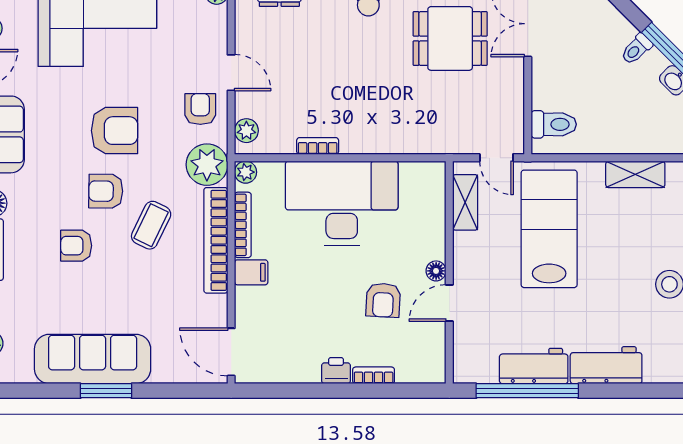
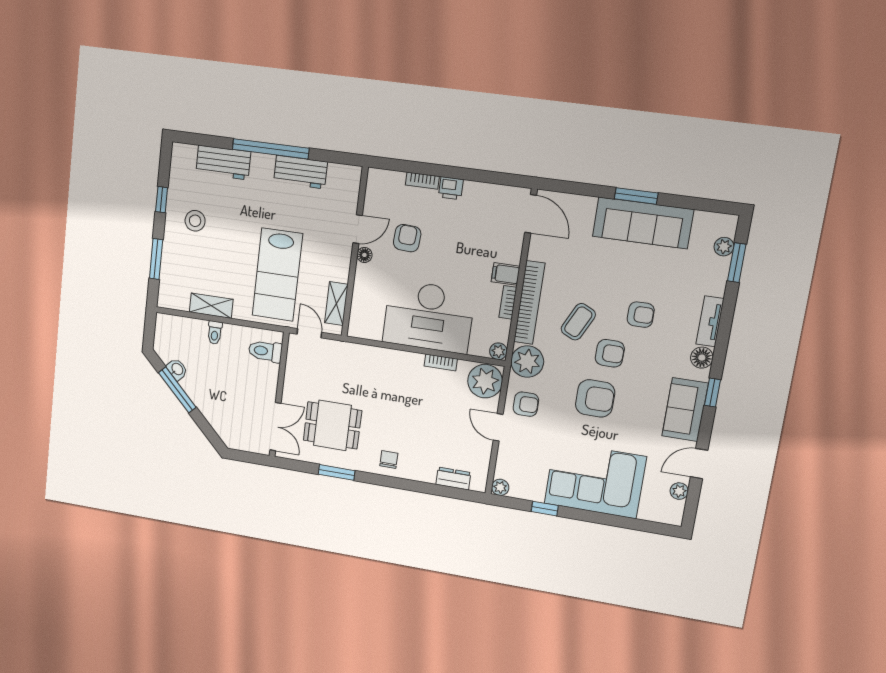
toilet: (636, 49) -> (215, 333), moved, turned 135
armchair: (200, 109) -> (526, 404), turned -90
armchair: (115, 131) -> (595, 398), turned 180
plant: (246, 131) -> (485, 381), width x1.87, depth x1.87
bookcase: (243, 225) -> (508, 302), width x0.64
workbench: (606, 365) -> (223, 162), moved
window: (527, 391) -> (271, 149), moved

